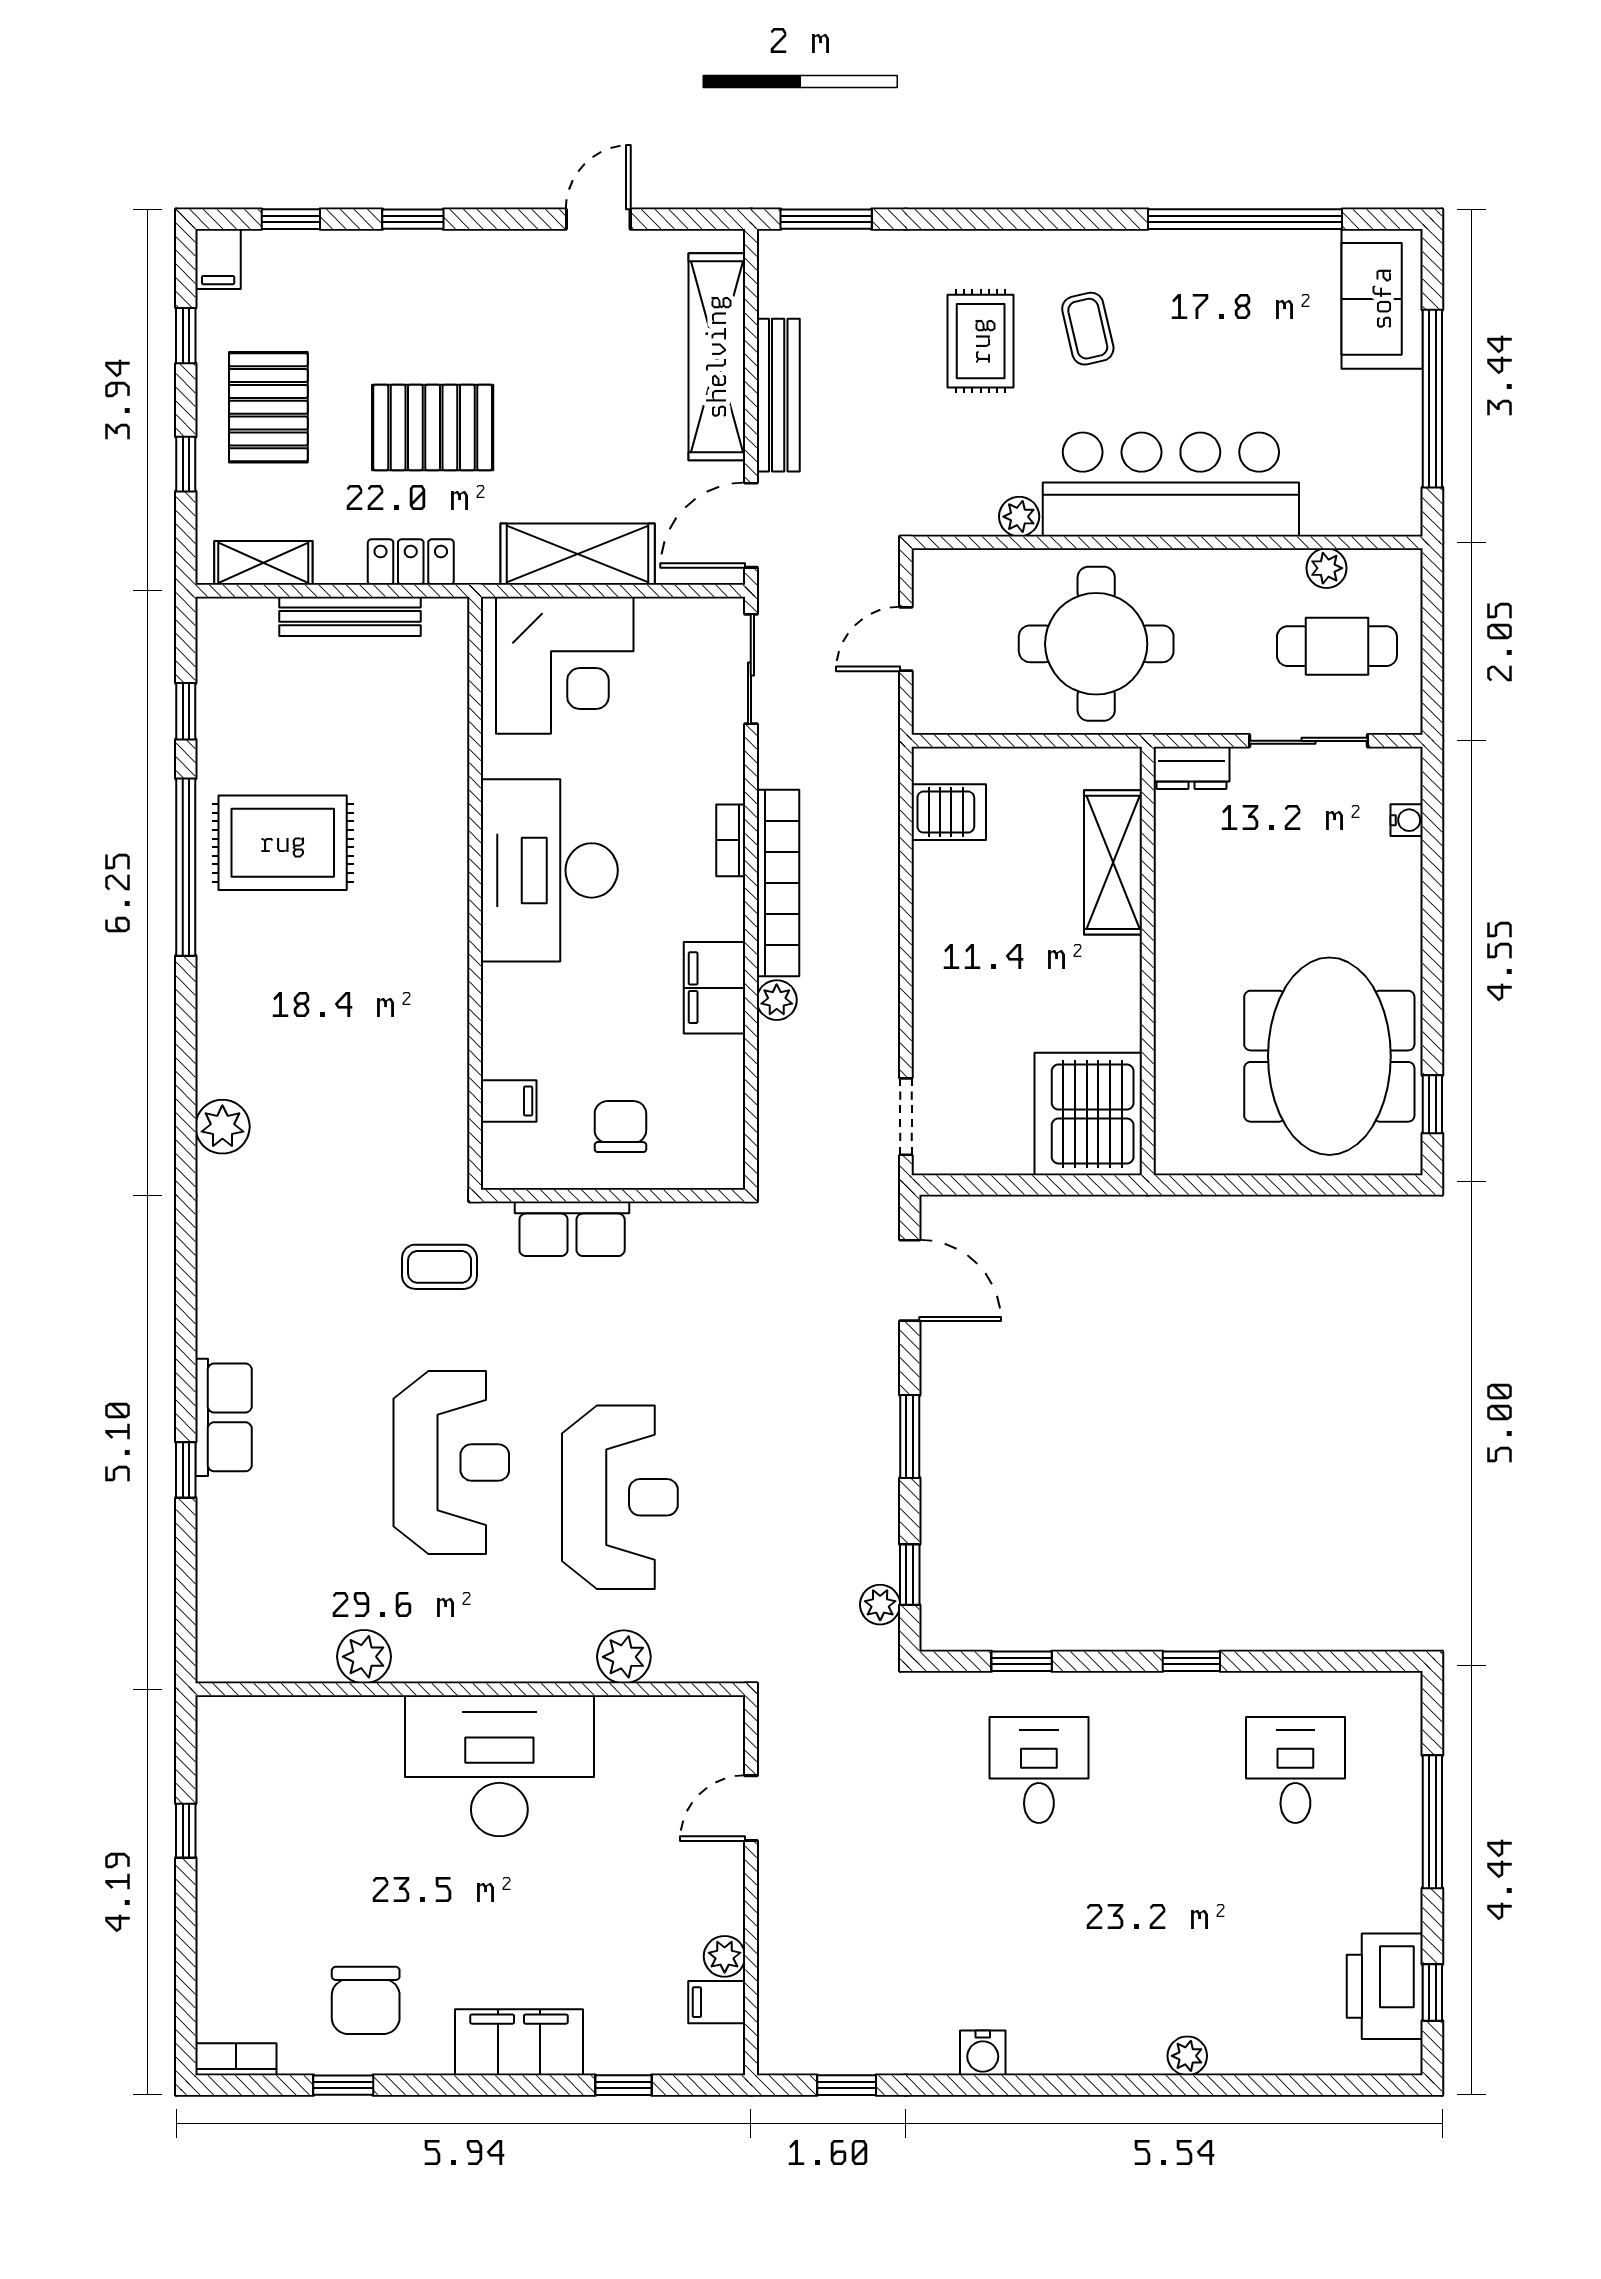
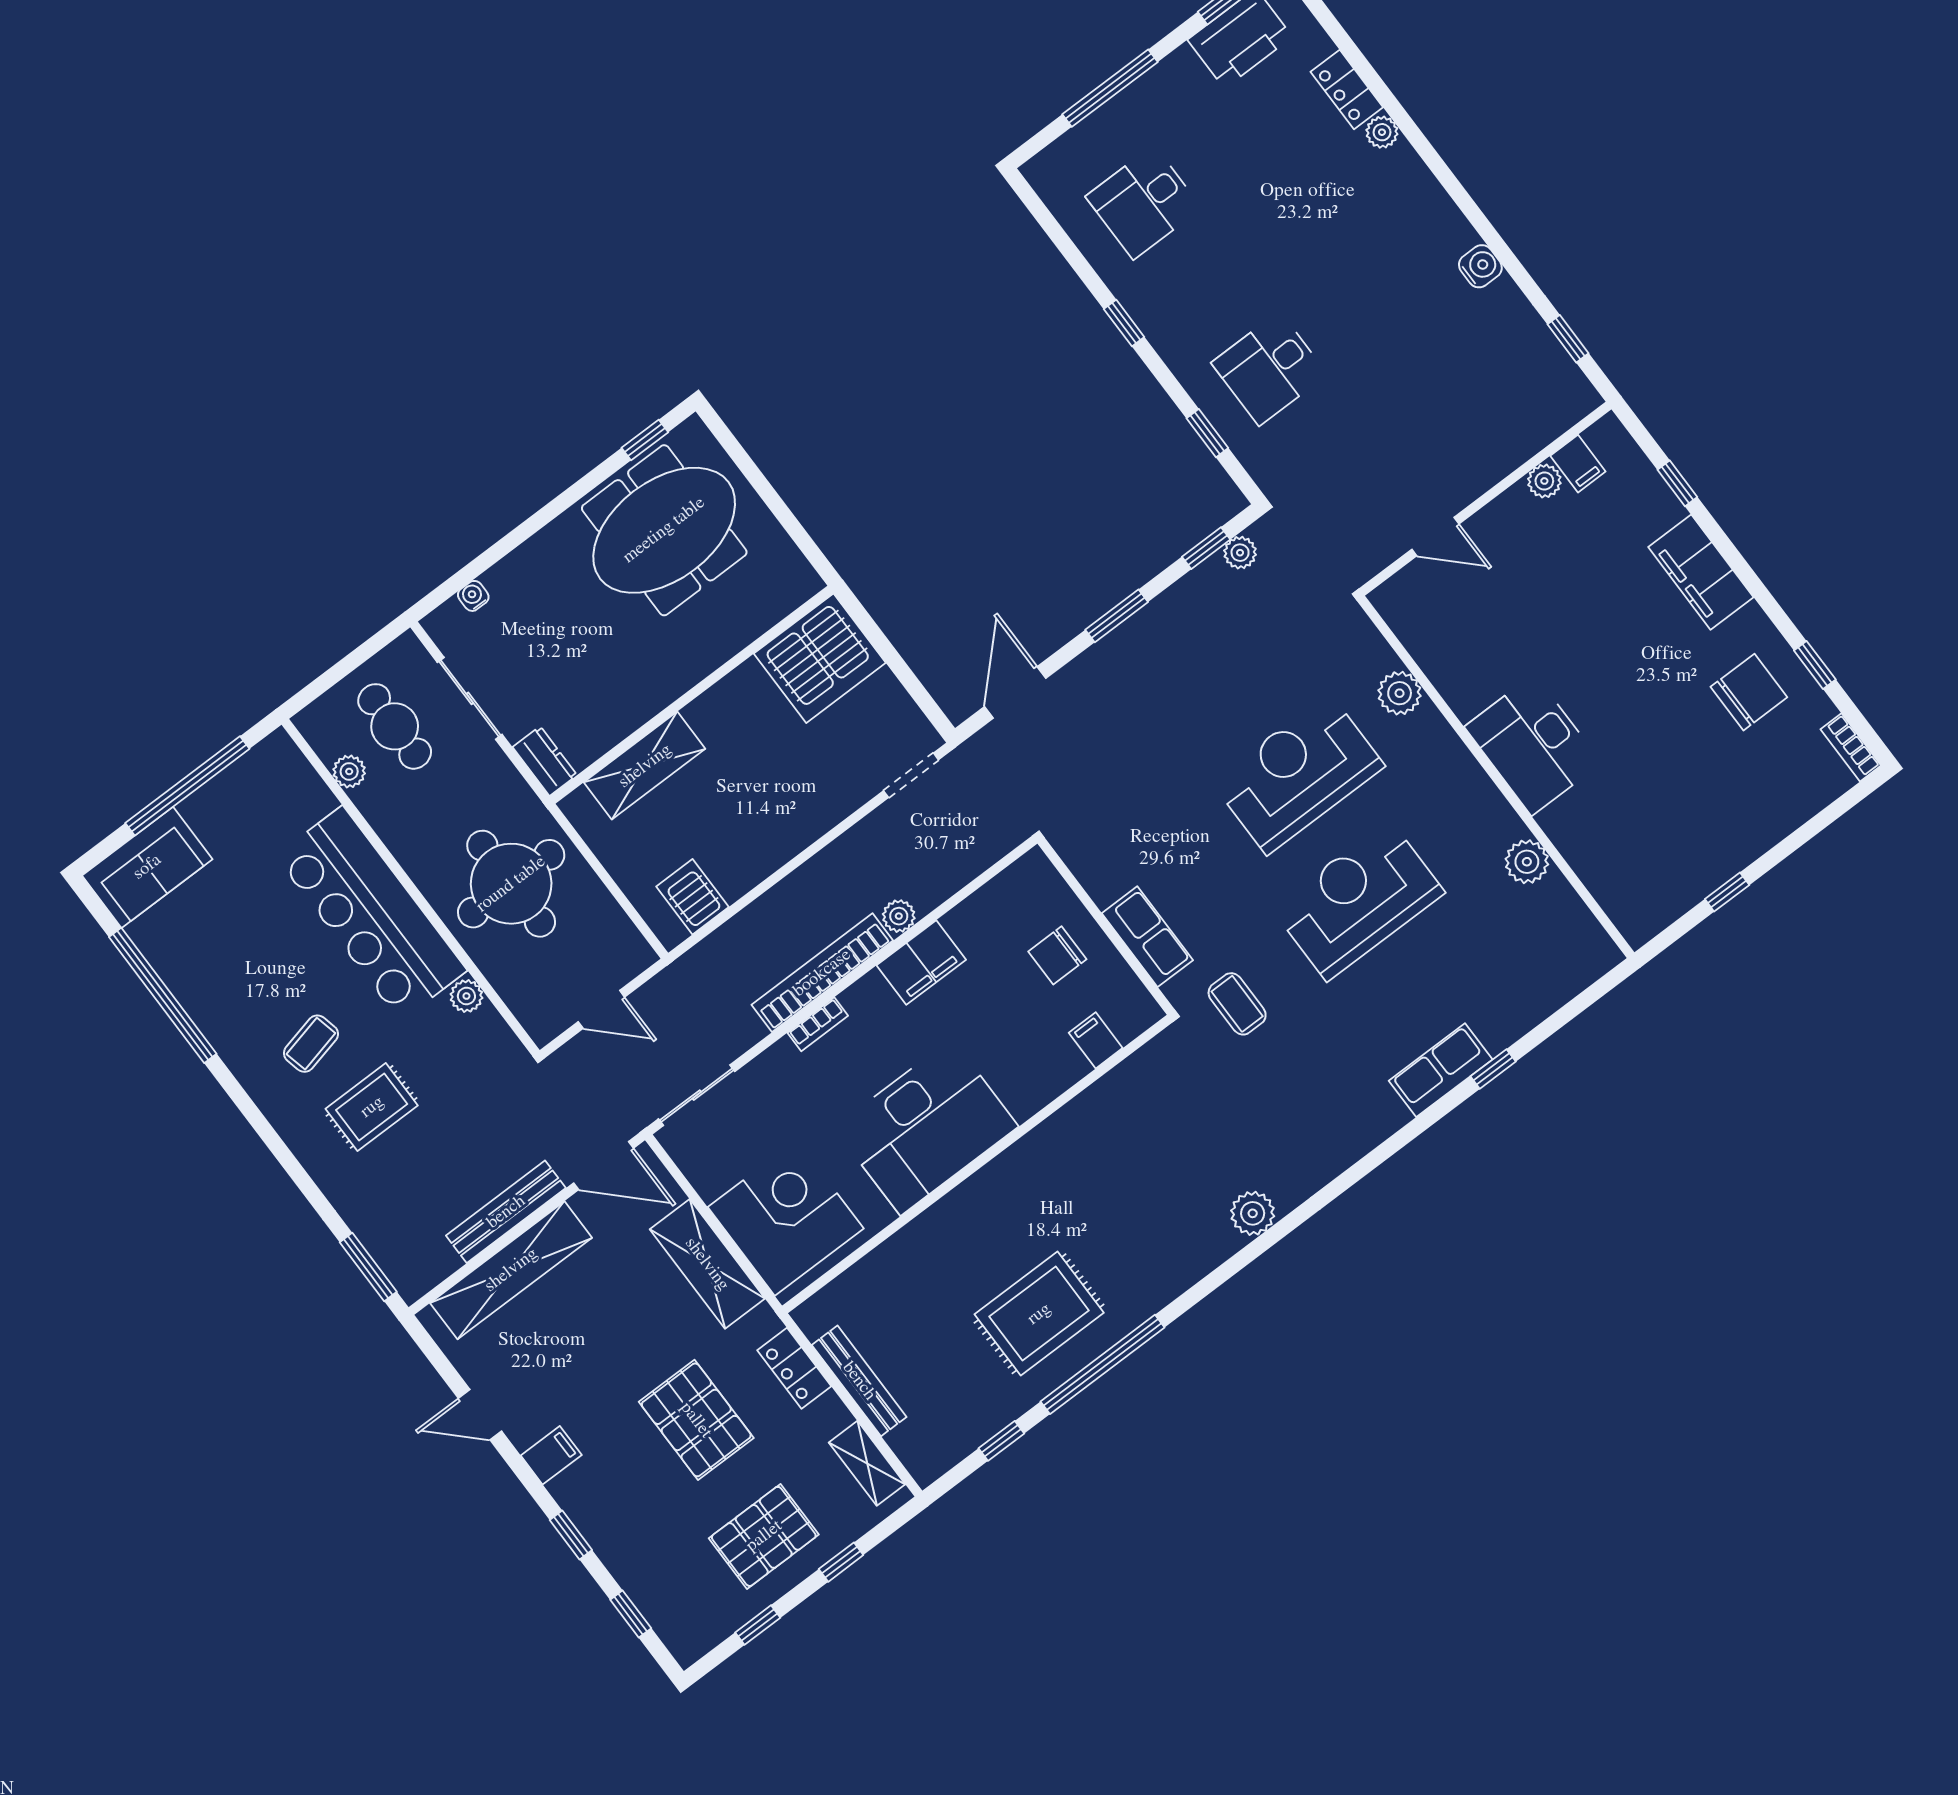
filing cabinet: (218, 259) -> (551, 1455), moved
rug: (283, 843) -> (1039, 1314), turned 90
desk: (499, 1766) -> (1533, 745), width x0.73, depth x0.77
locker: (1255, 2053) -> (1347, 90), added

